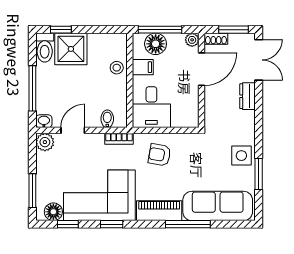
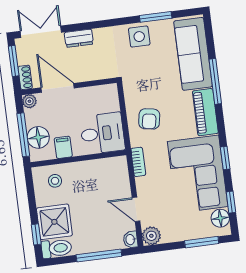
stool: (117, 68) -> (55, 181), moved
bidet: (107, 119) -> (120, 176), removed

